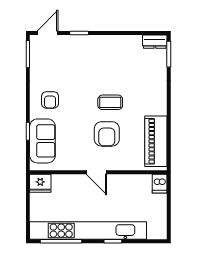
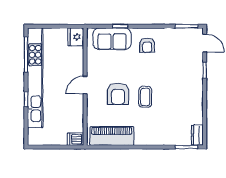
armchair: (50, 100) -> (147, 45), turned -90
armchair: (107, 134) -> (118, 94), turned -90

